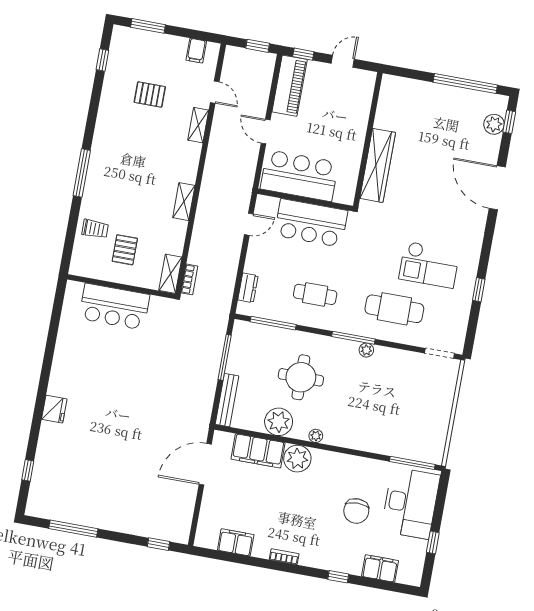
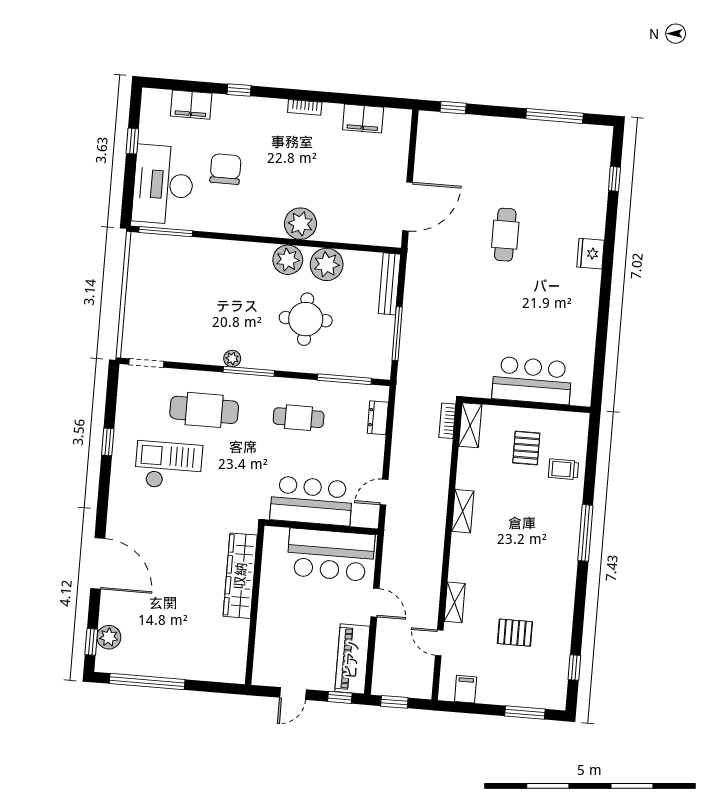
cafe table: (125, 432) -> (505, 235), added
plant: (316, 436) -> (288, 260), width x1.87, depth x1.87
filing cabinet: (258, 451) -> (347, 228), removed

